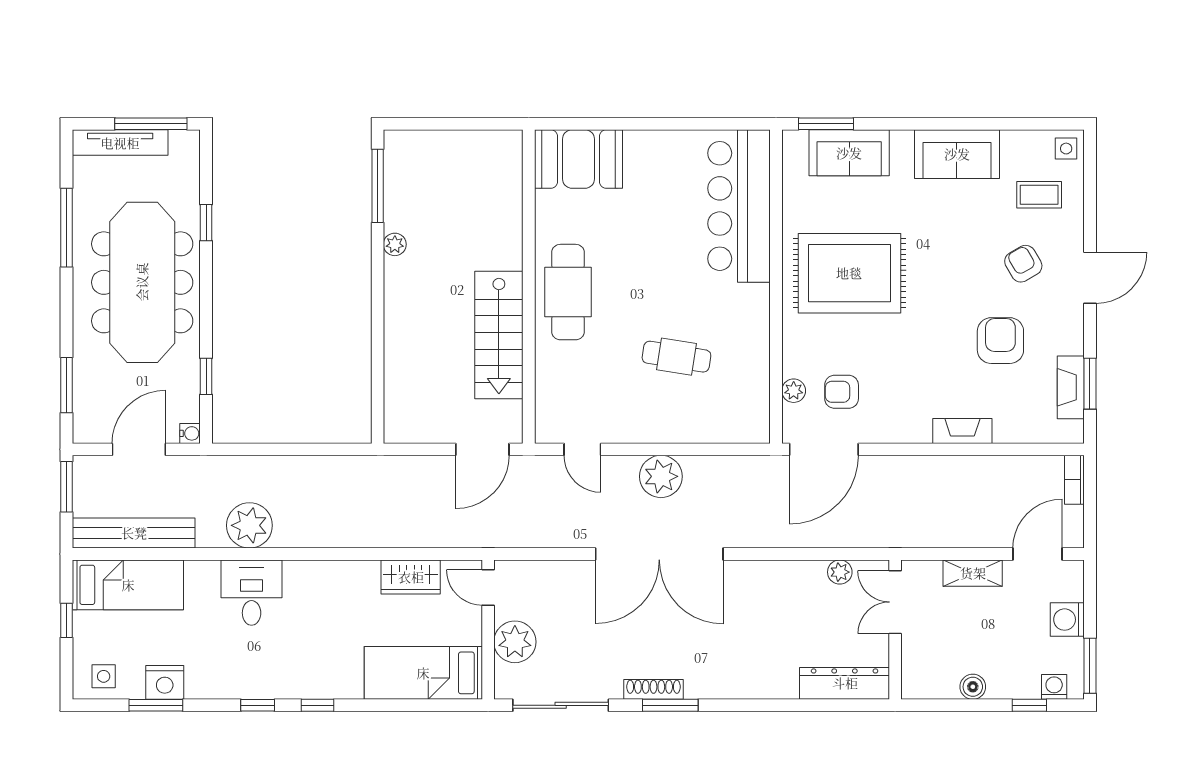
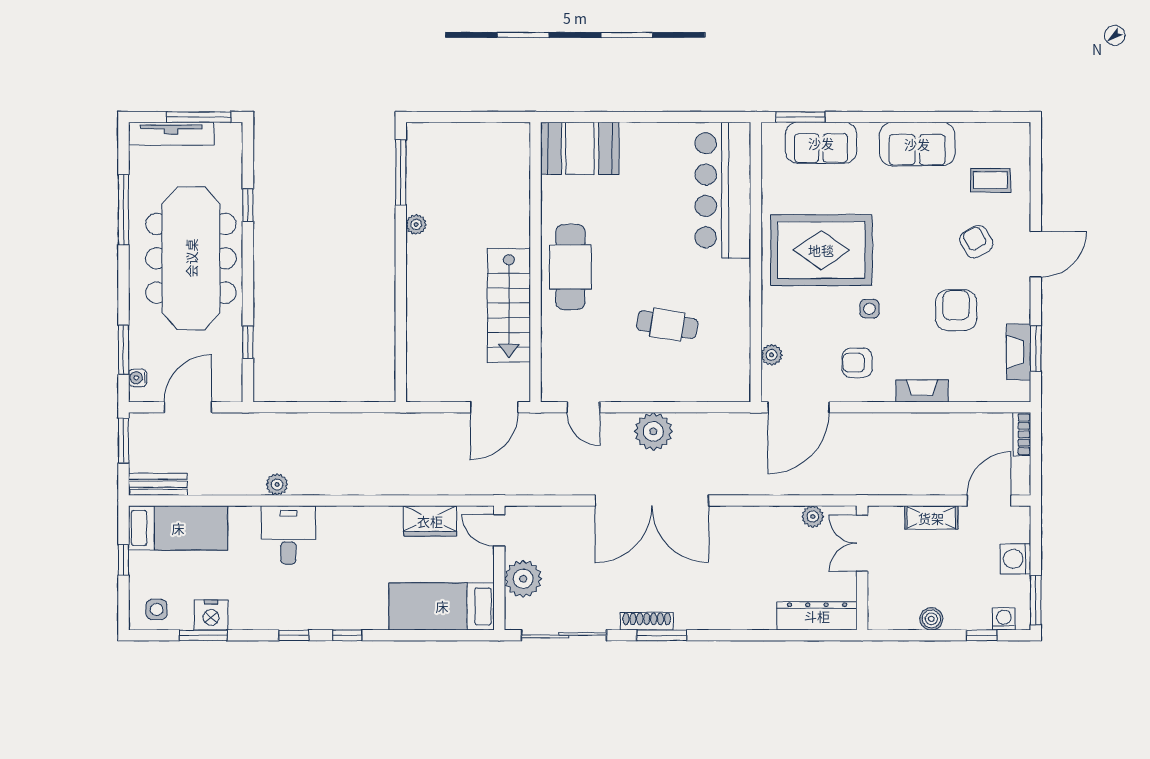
side table: (1066, 149) -> (869, 309), moved
armchair: (842, 392) -> (857, 363), moved
water cooler: (190, 433) -> (138, 378), moved, turned 180
plant: (249, 525) -> (277, 484), width x0.53, depth x0.53
bench: (134, 533) -> (158, 484), width x0.54, depth x0.82

